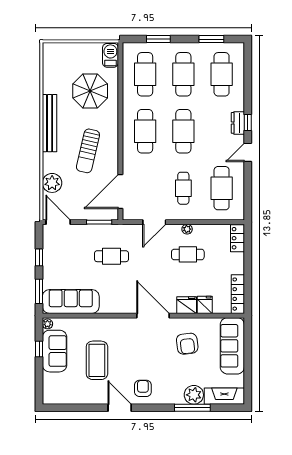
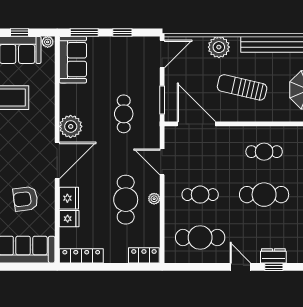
cafe table: (145, 131) -> (264, 152), width x0.73, depth x0.74
plant: (52, 183) -> (219, 47), moved
cafe table: (188, 254) -> (126, 200), width x1.37, depth x1.35
sofa: (71, 301) -> (73, 60), width x0.73
plant: (123, 303) -> (71, 126), added

